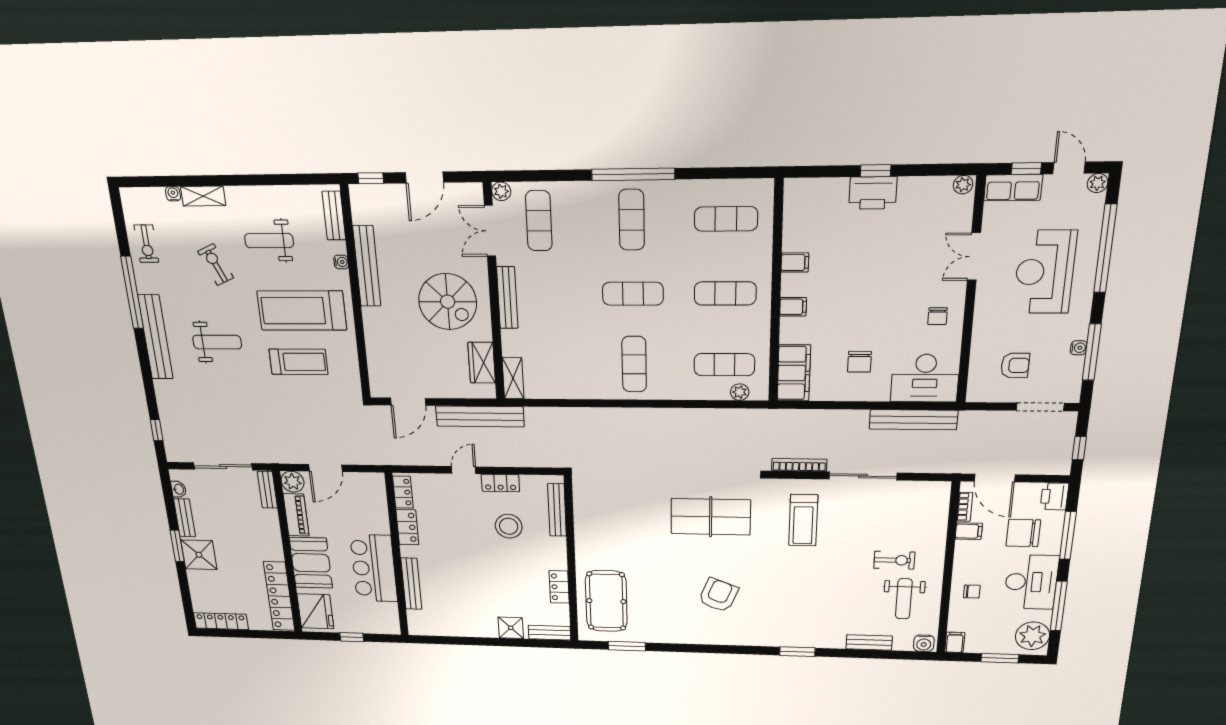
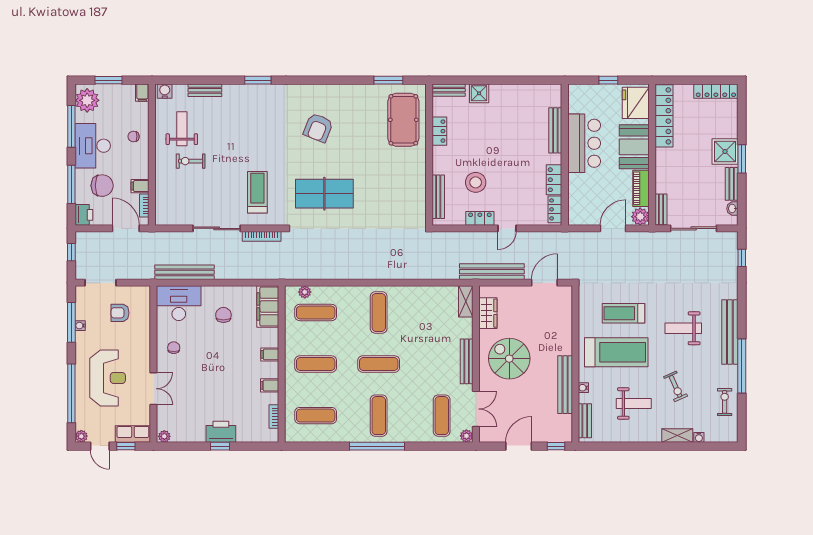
bookcase: (790, 217) -> (274, 417), added

